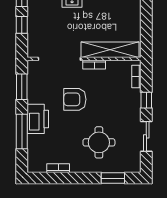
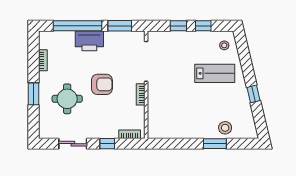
shelving: (110, 50) -> (155, 109), removed
armchair: (75, 99) -> (102, 84), moved, turned 90
window: (22, 131) -> (77, 26), width x1.46
window: (113, 178) -> (33, 94), moved

